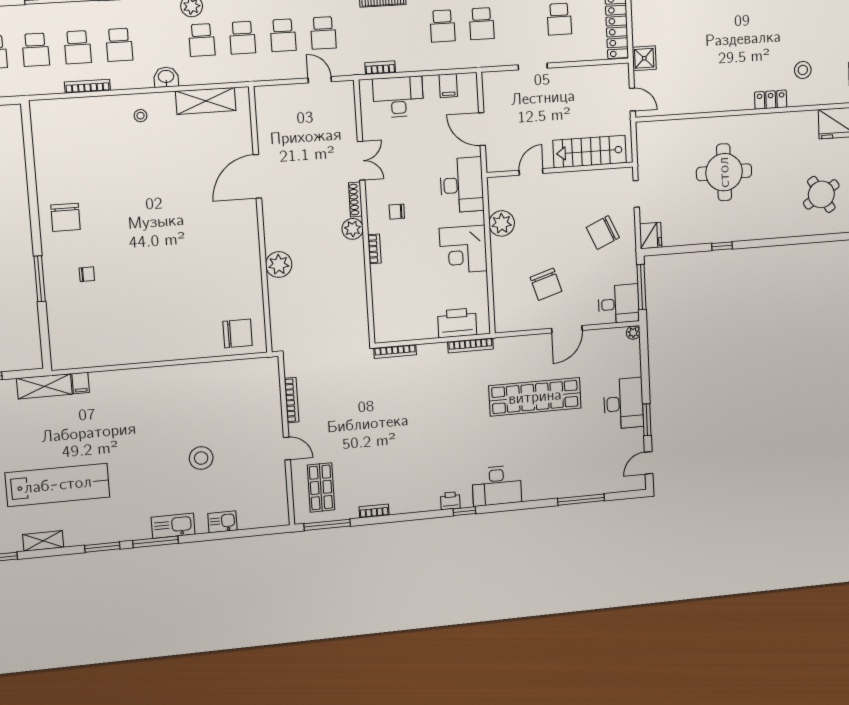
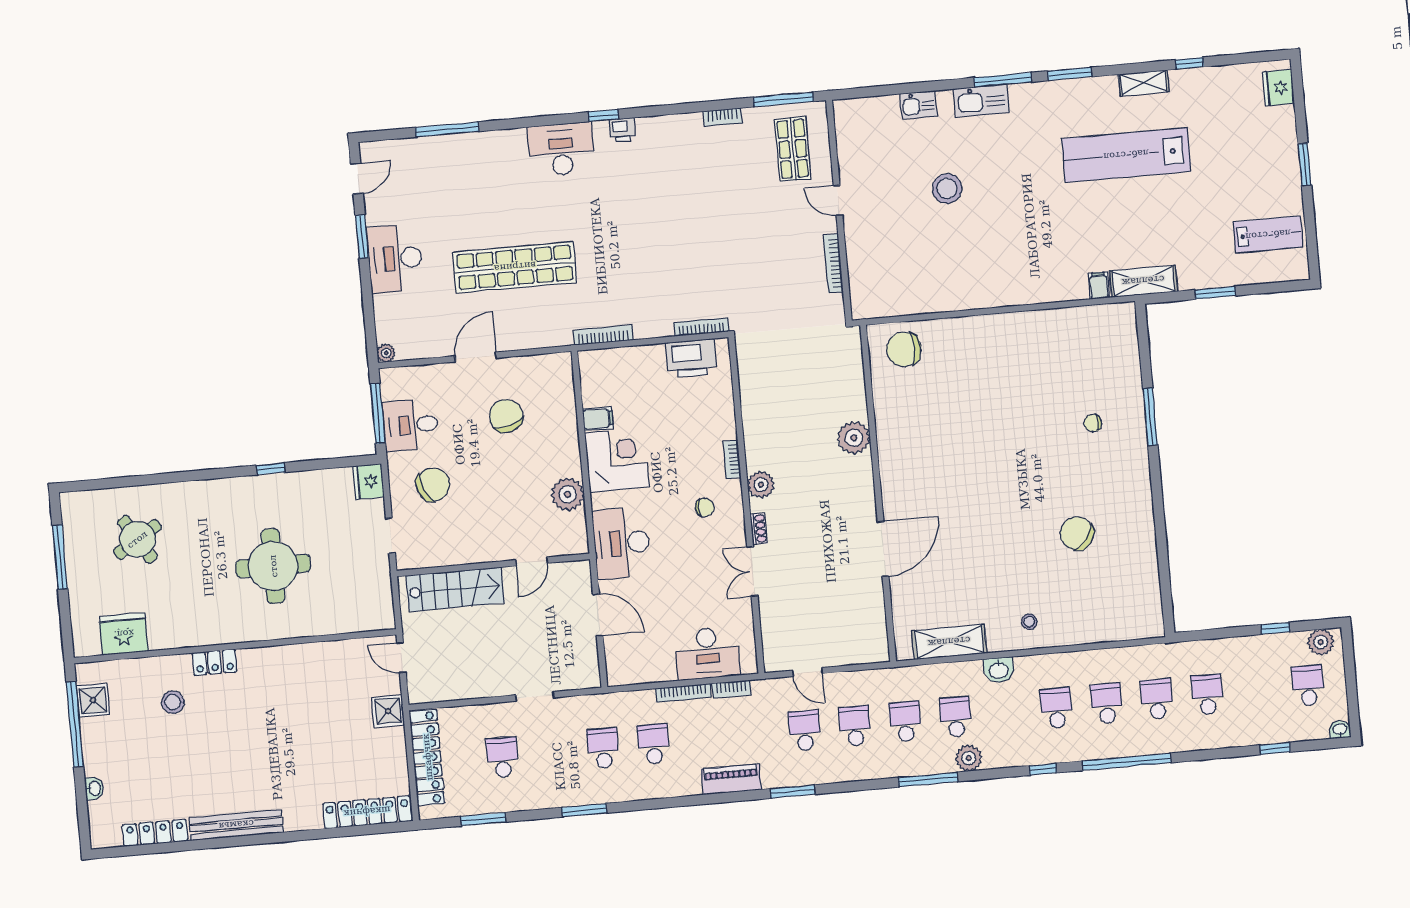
bookcase: (87, 86) -> (683, 693), moved
filing cabinet: (448, 86) -> (598, 419), moved, turned 90
shoe rack: (355, 199) -> (759, 529), width x0.70
chair: (66, 217) -> (1077, 533), moved, turned -53
desk: (619, 304) -> (410, 425), moved
printer: (457, 323) -> (691, 358), moved

